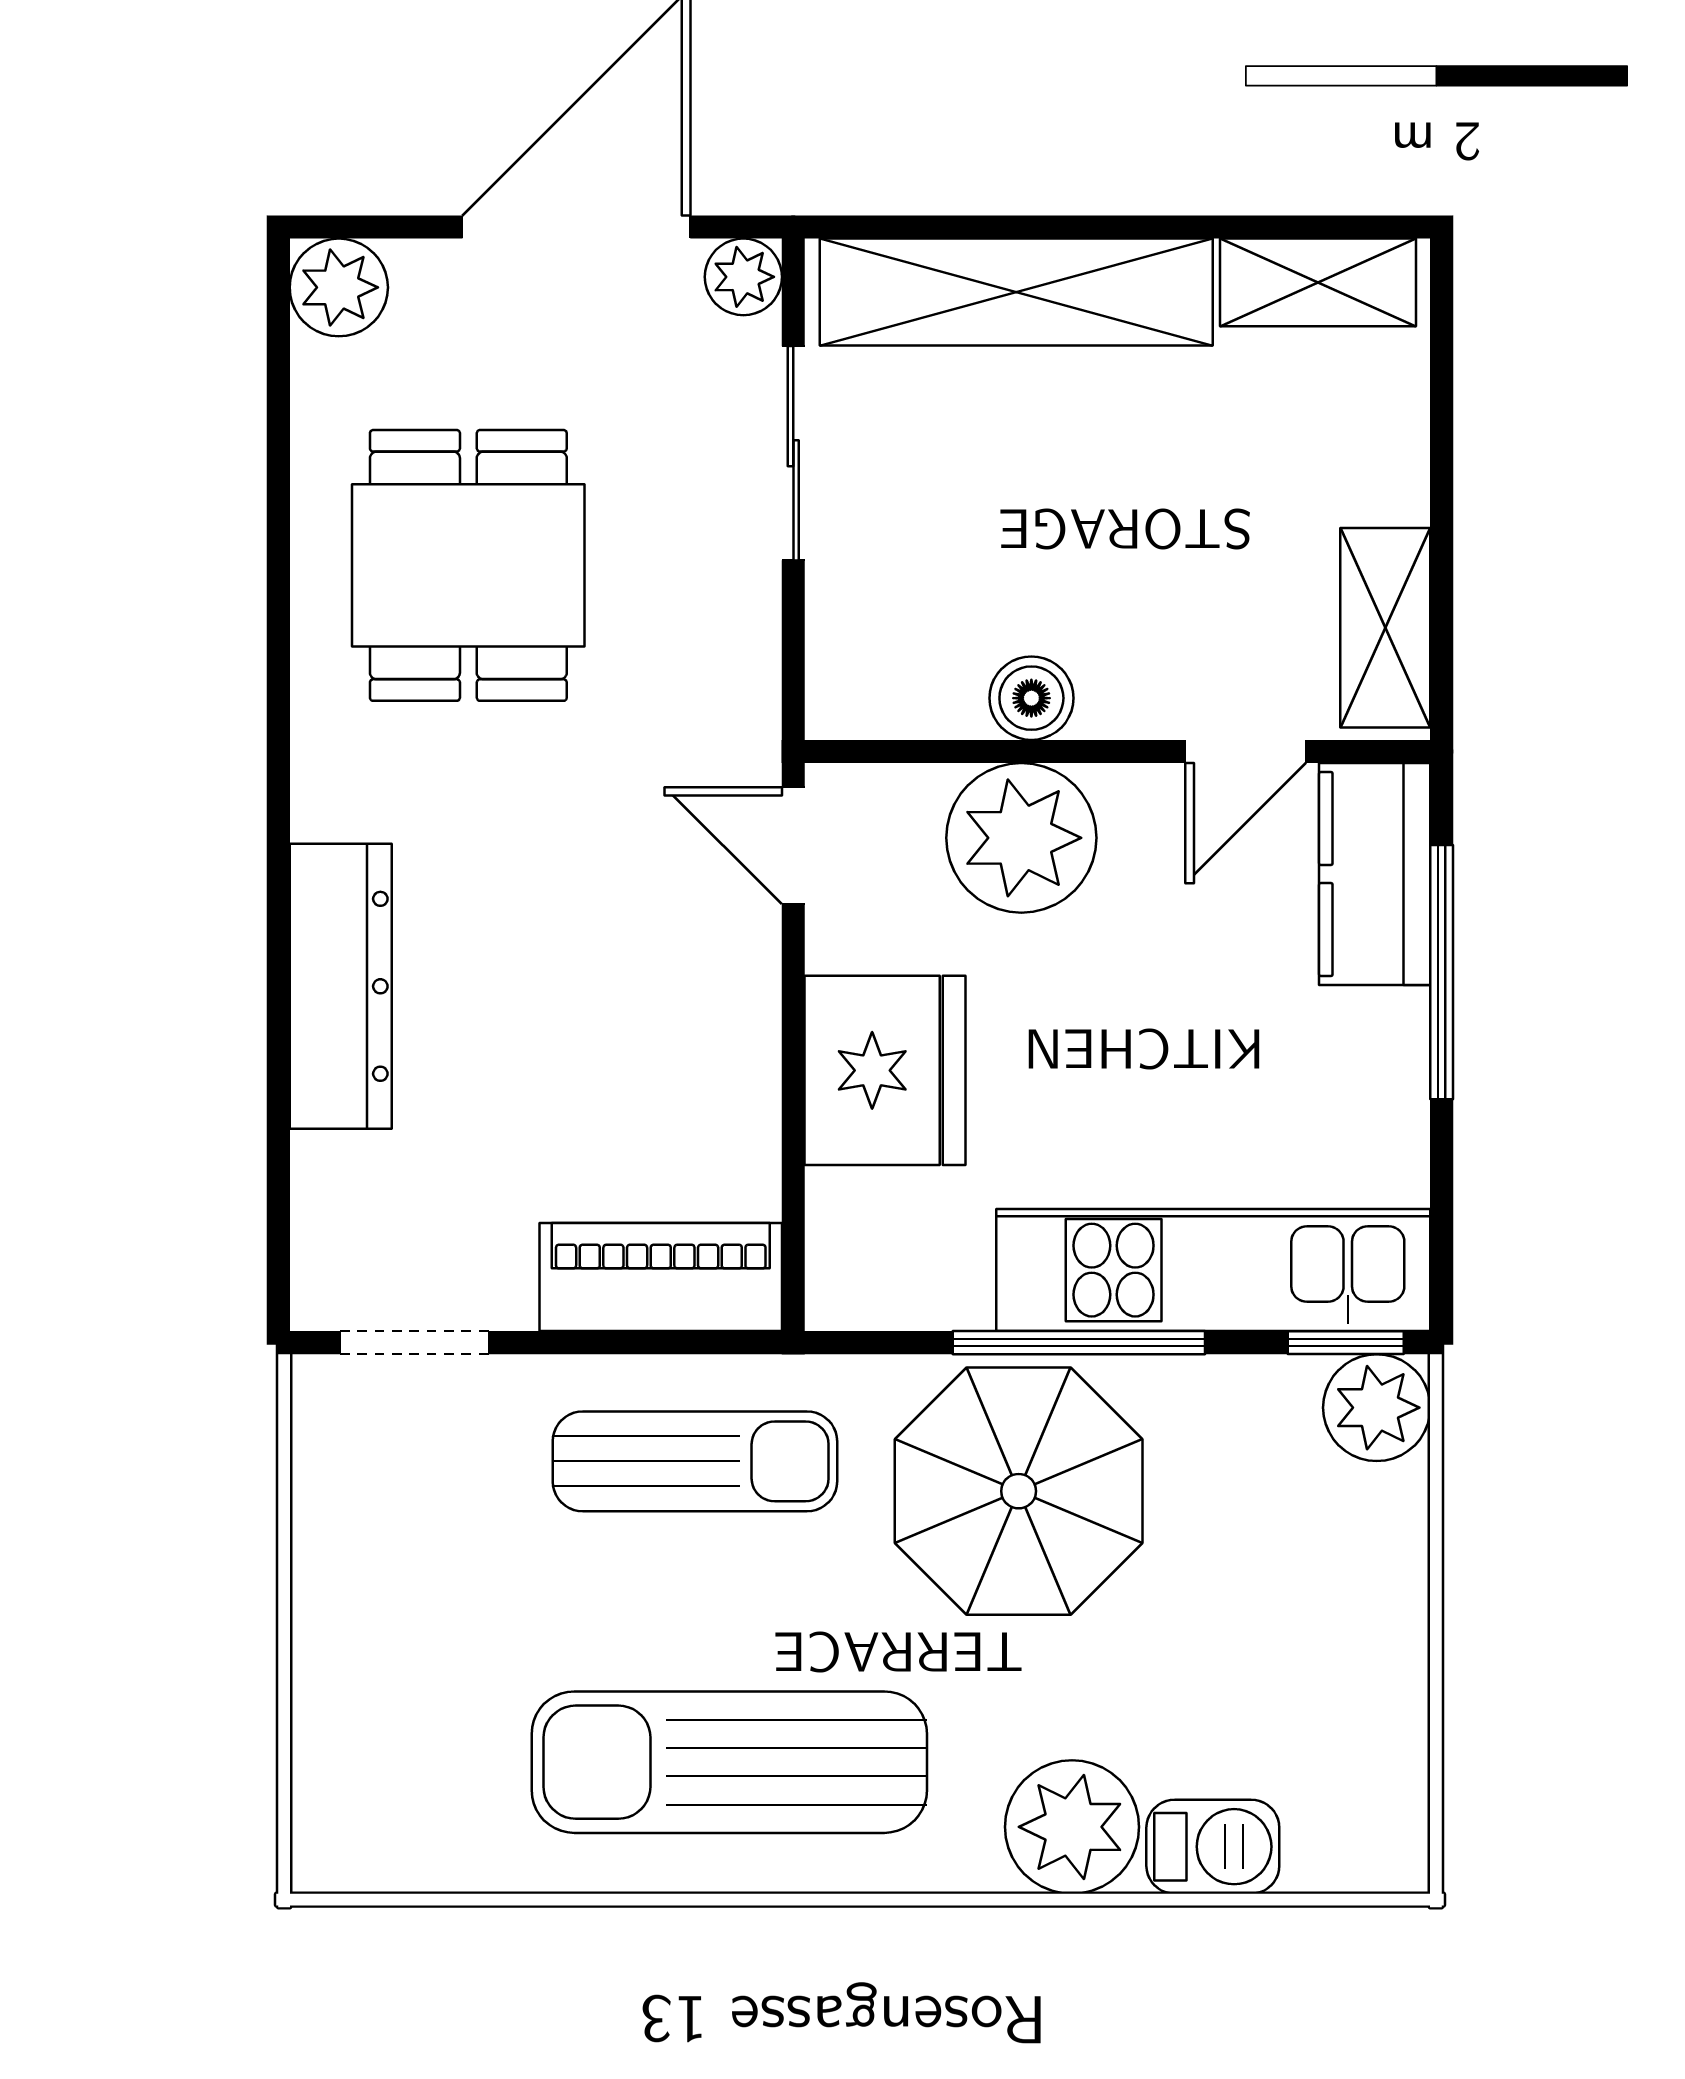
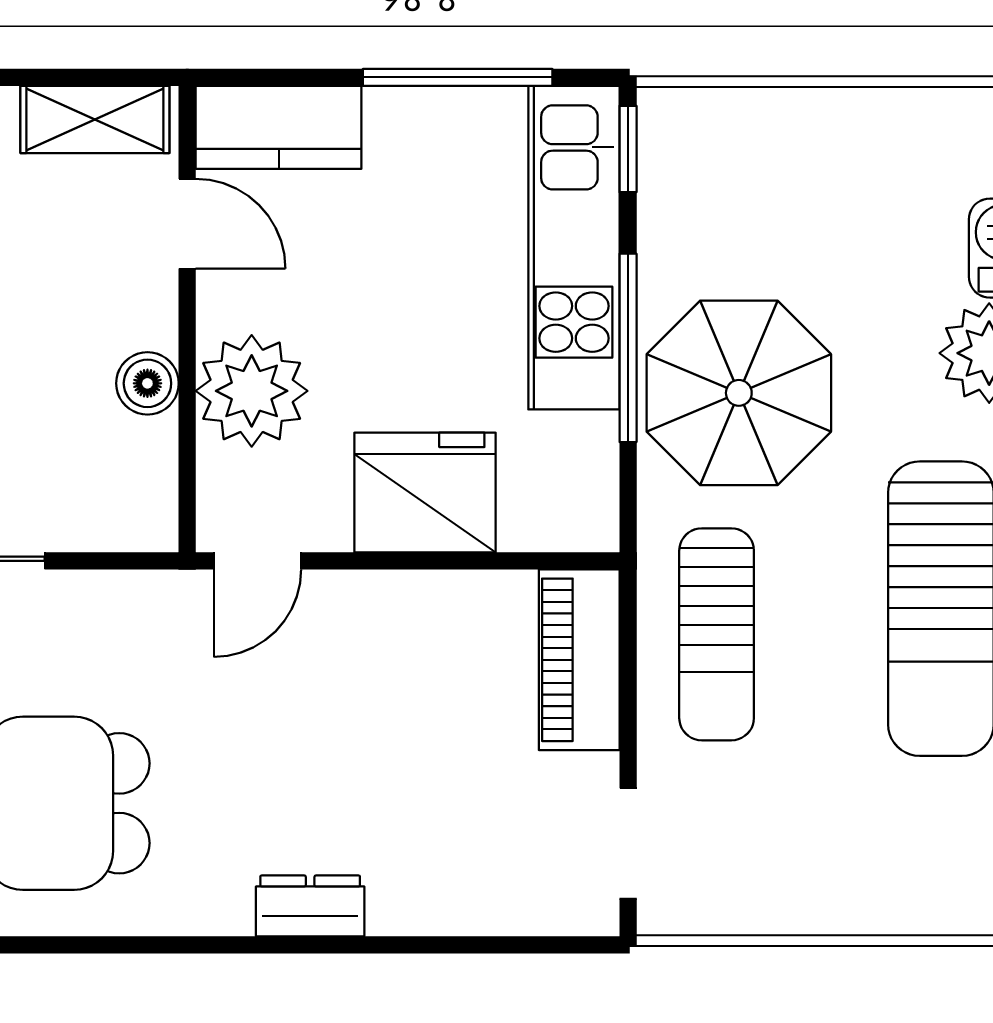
window: (1442, 972) -> (458, 77), moved
dresser: (341, 986) -> (310, 906), width x0.51, depth x0.80
plant: (1377, 1408) -> (677, 126), removed
sun lounger: (695, 1461) -> (717, 634), turned 180

